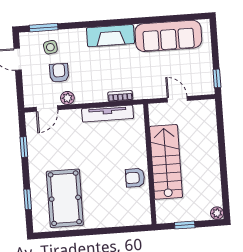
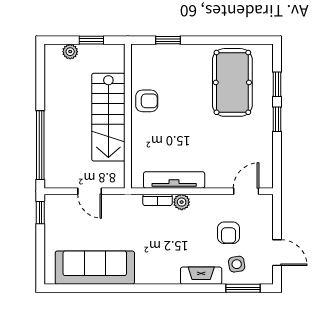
fireplace: (110, 36) -> (201, 276), moved, width x0.73, depth x0.76
plant: (67, 98) -> (182, 202), moved
window: (221, 135) -> (40, 145), added
window: (24, 147) -> (277, 119), moved
plant: (217, 213) -> (70, 52), moved
window: (121, 230) -> (168, 40), added

